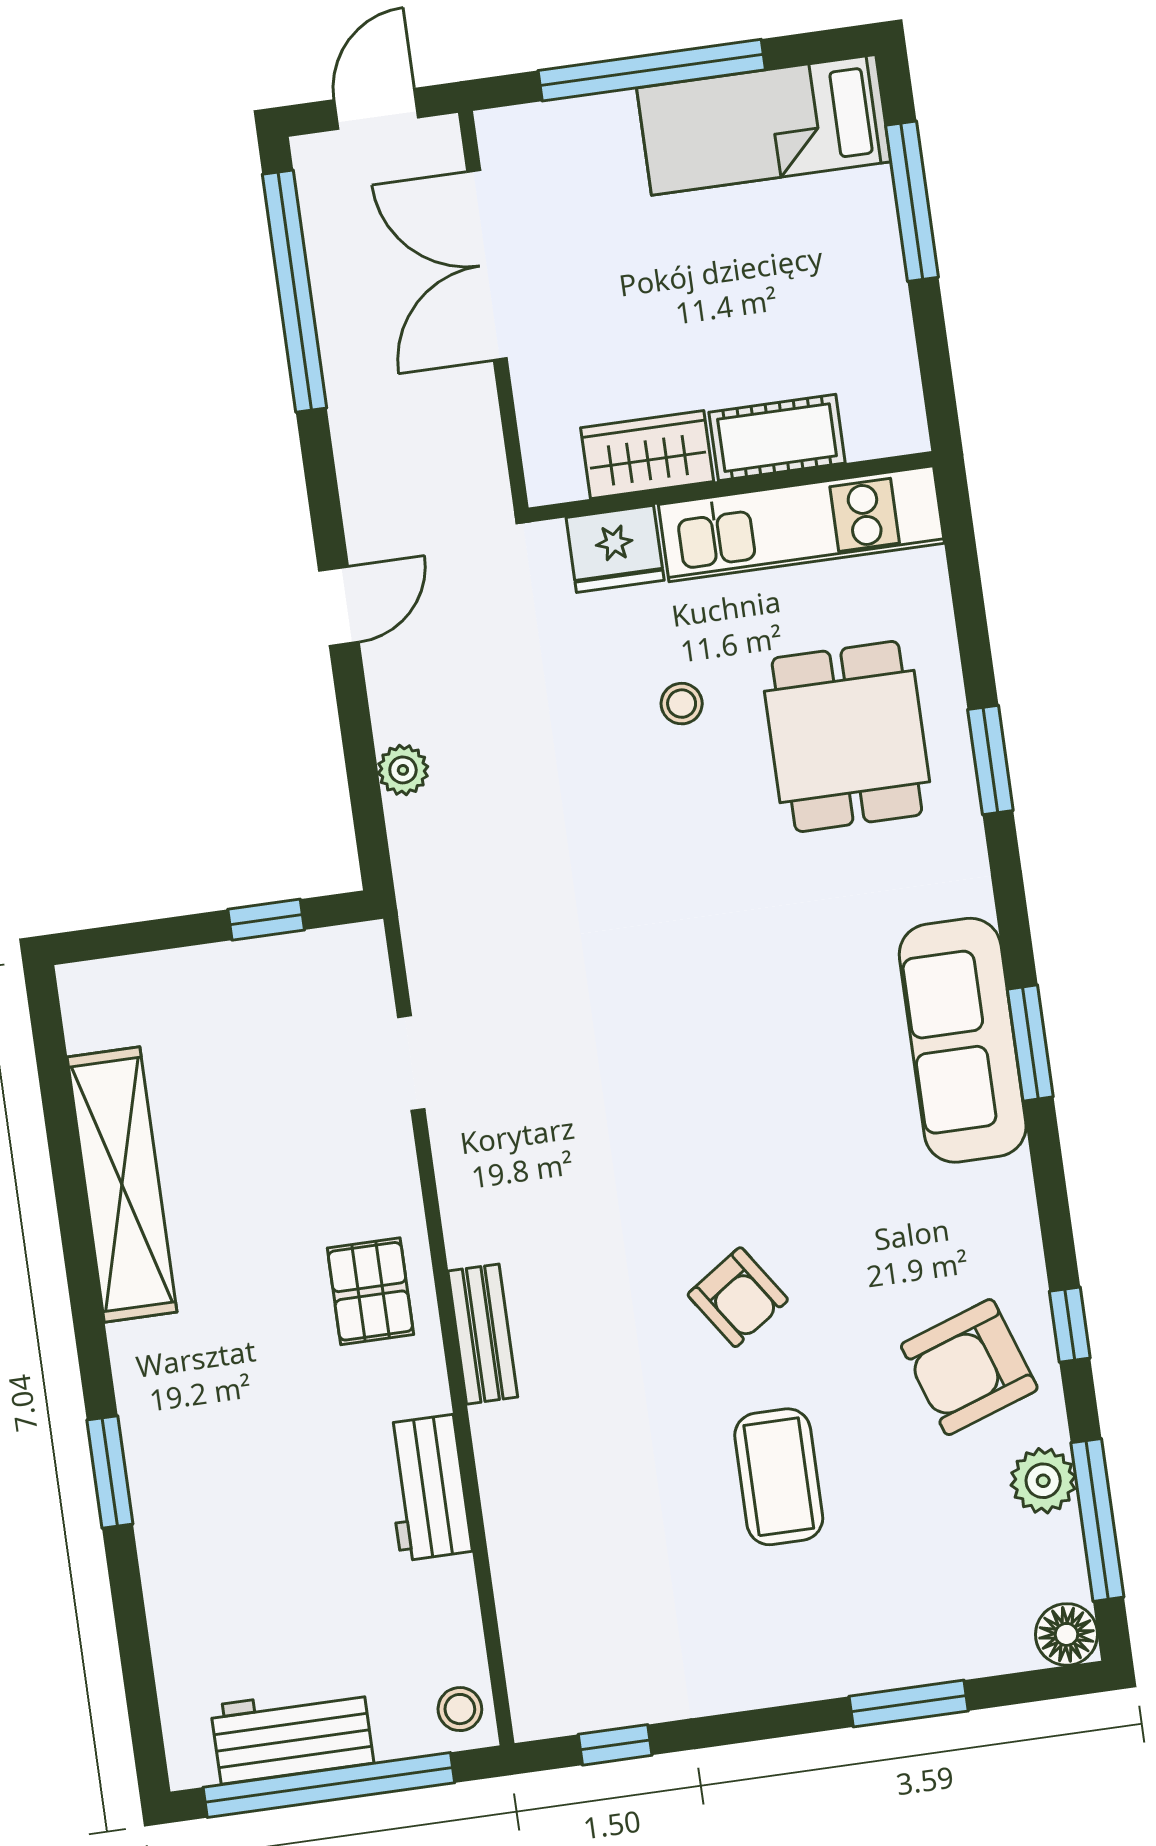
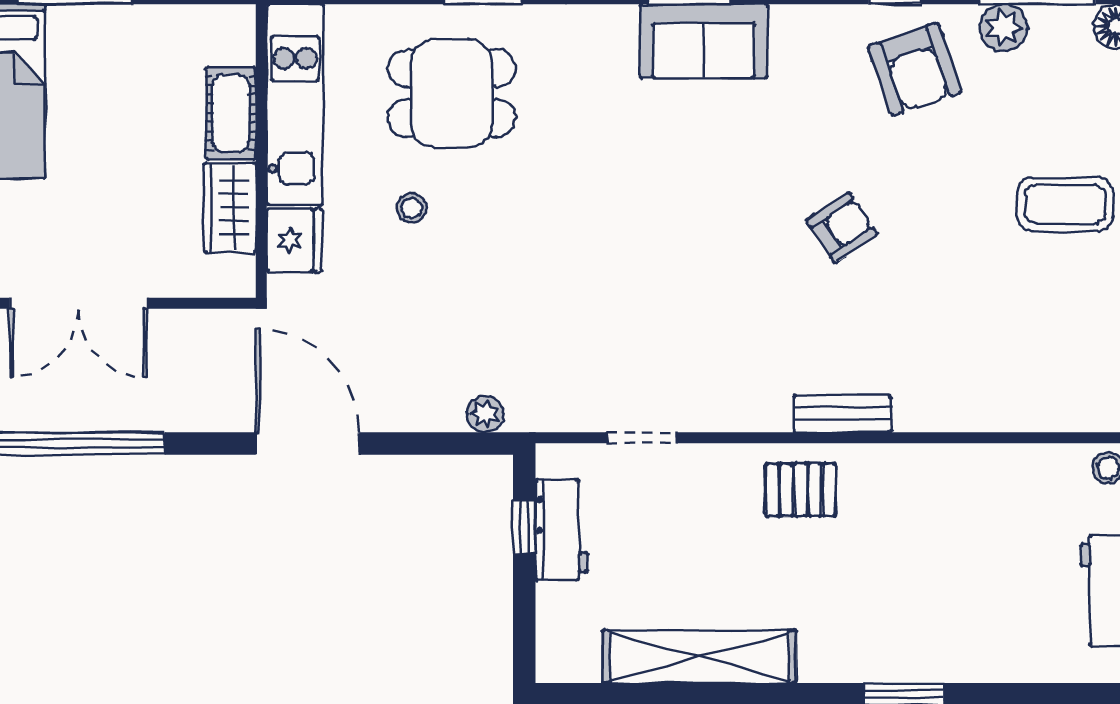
door: (339, 606) -> (307, 443), width x1.88
plant: (403, 770) -> (485, 414), moved
sofa: (963, 1040) -> (704, 41), width x0.73
coffee table: (779, 1477) -> (1065, 204), moved
workbench: (427, 1488) -> (561, 530), moved, turned -90

